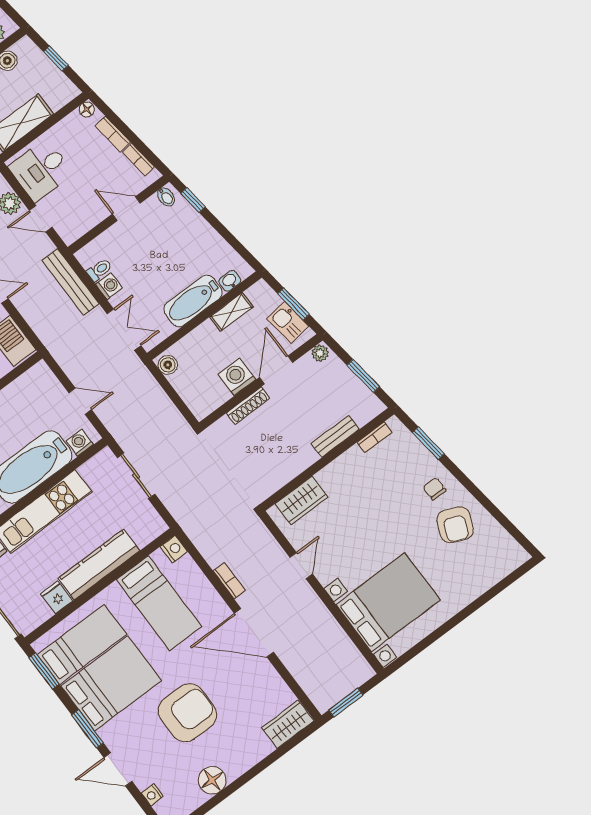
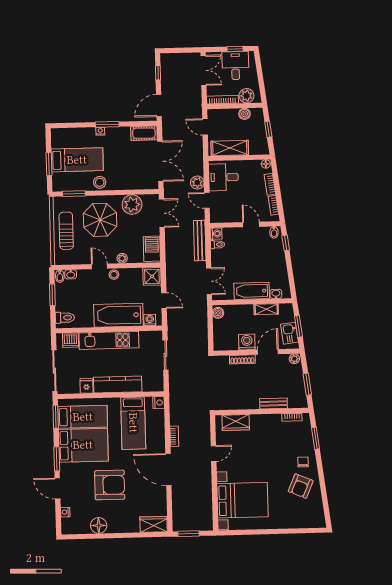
washing machine: (109, 286) -> (216, 234), moved
shower: (39, 380) -> (152, 276), added

